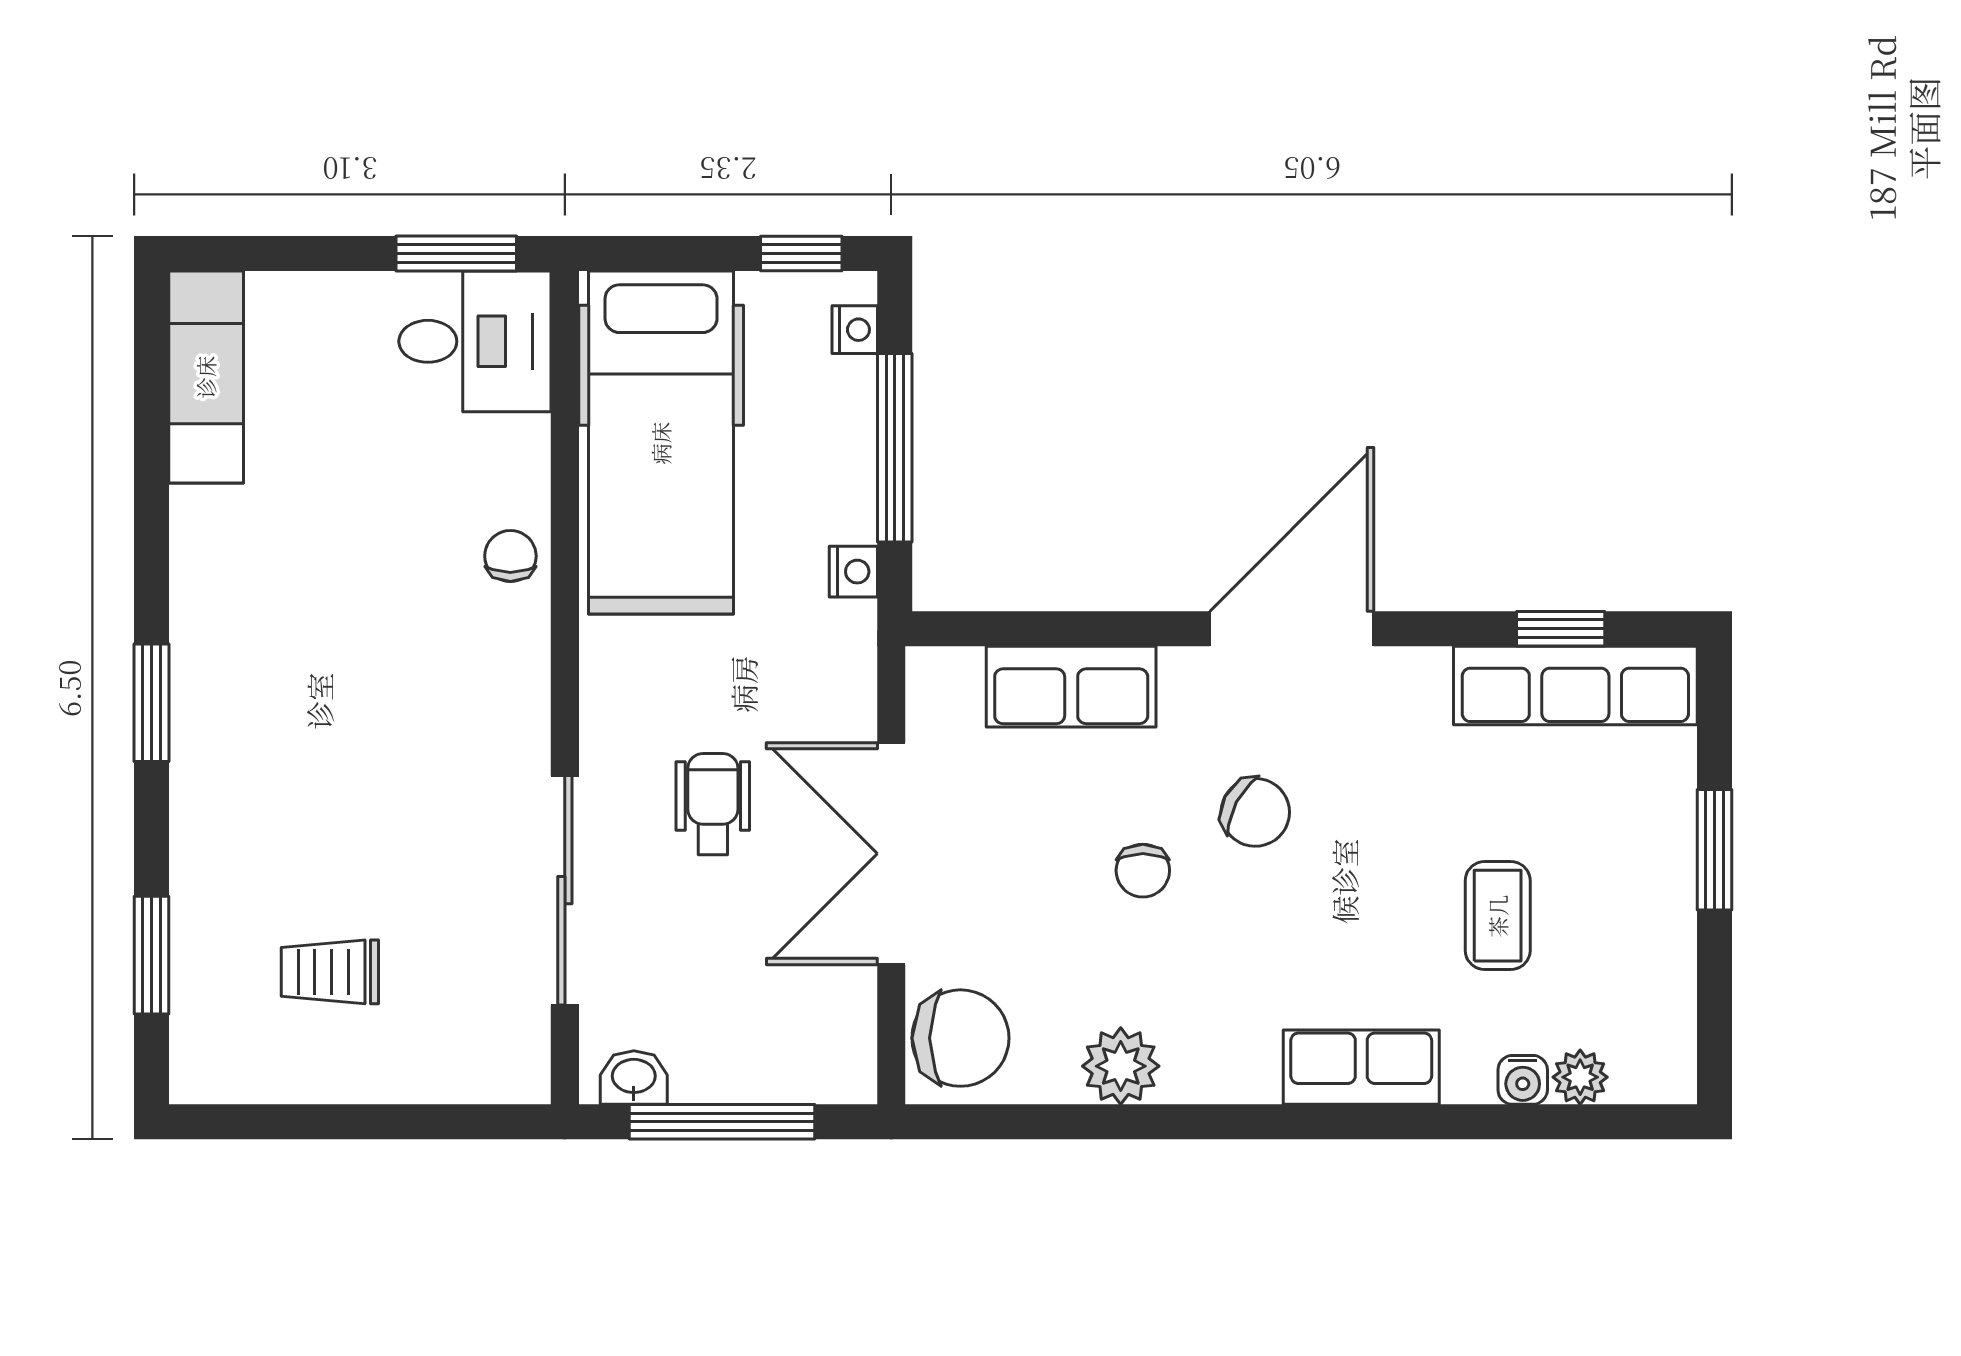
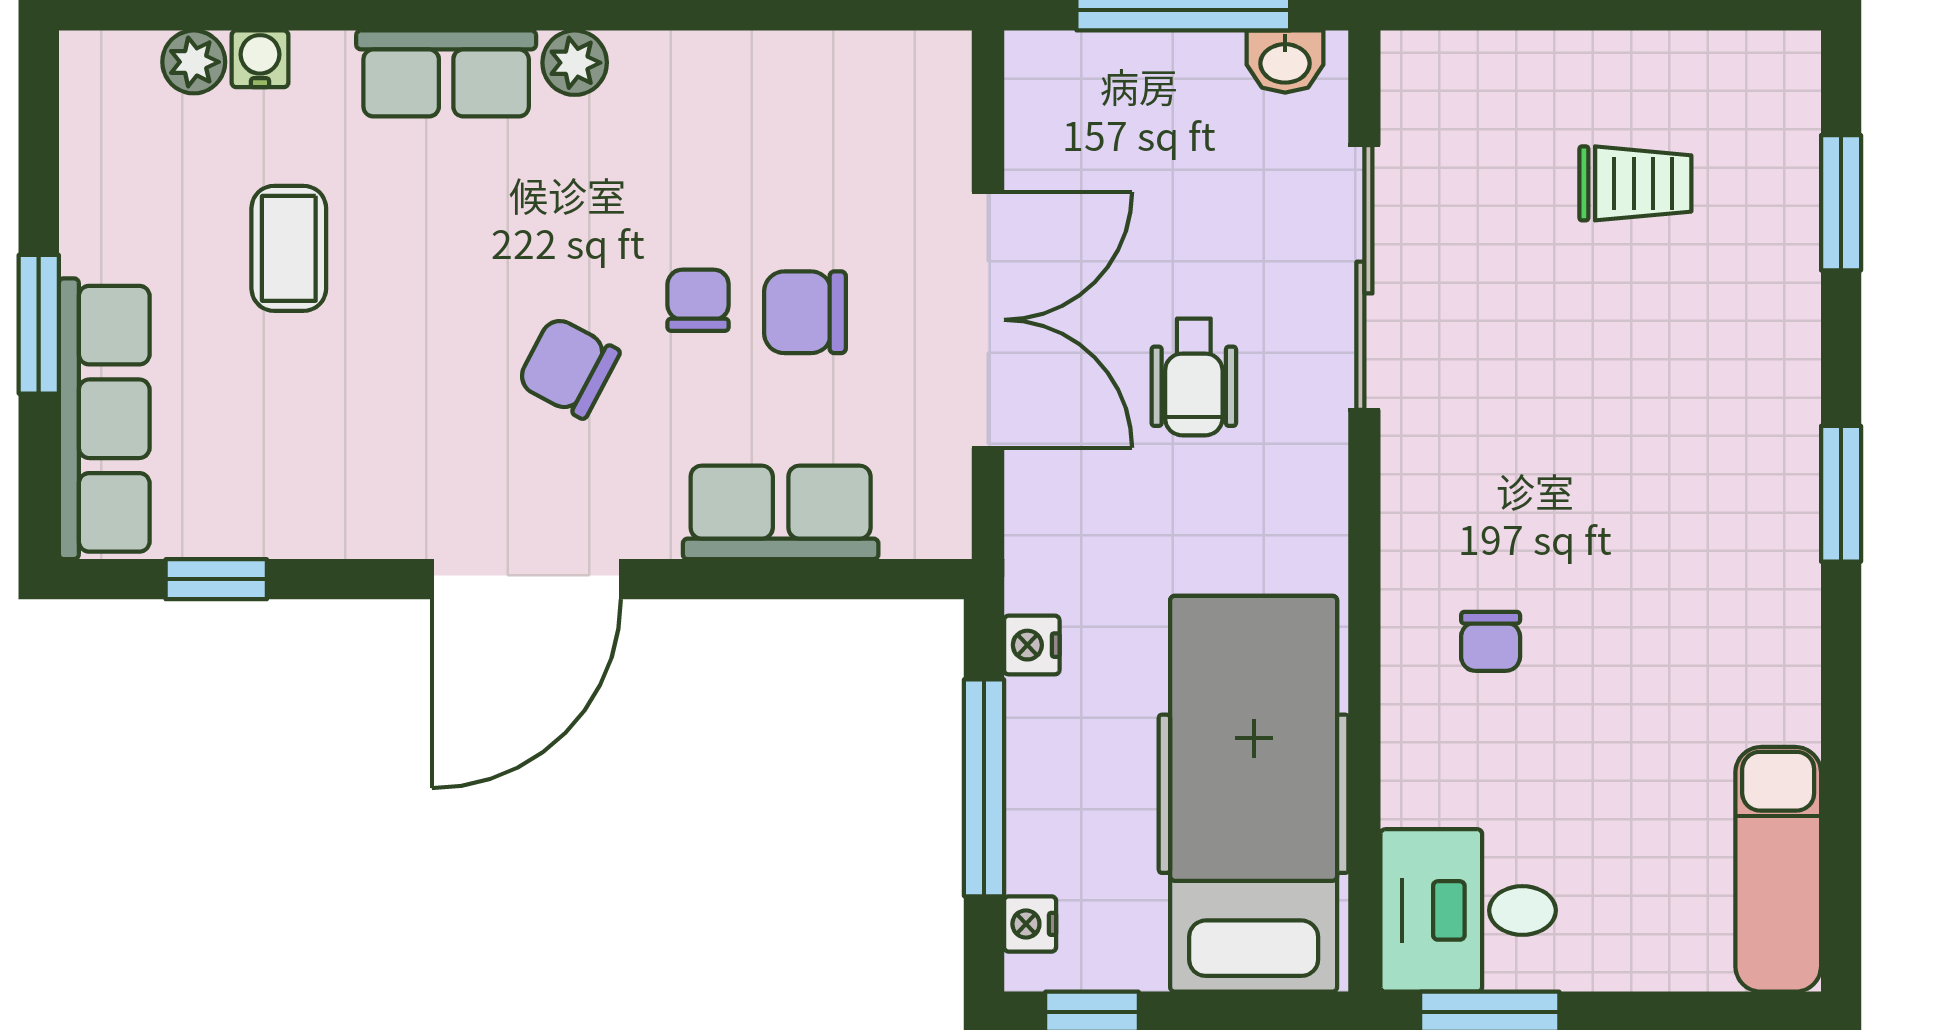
chair: (510, 556) -> (1491, 641), moved
row of seats: (1575, 685) -> (104, 419), moved, turned 90
chair: (960, 1038) -> (805, 312), moved, width x0.73, depth x0.73
plant: (1121, 1066) -> (575, 63), moved, width x0.73, depth x0.73

